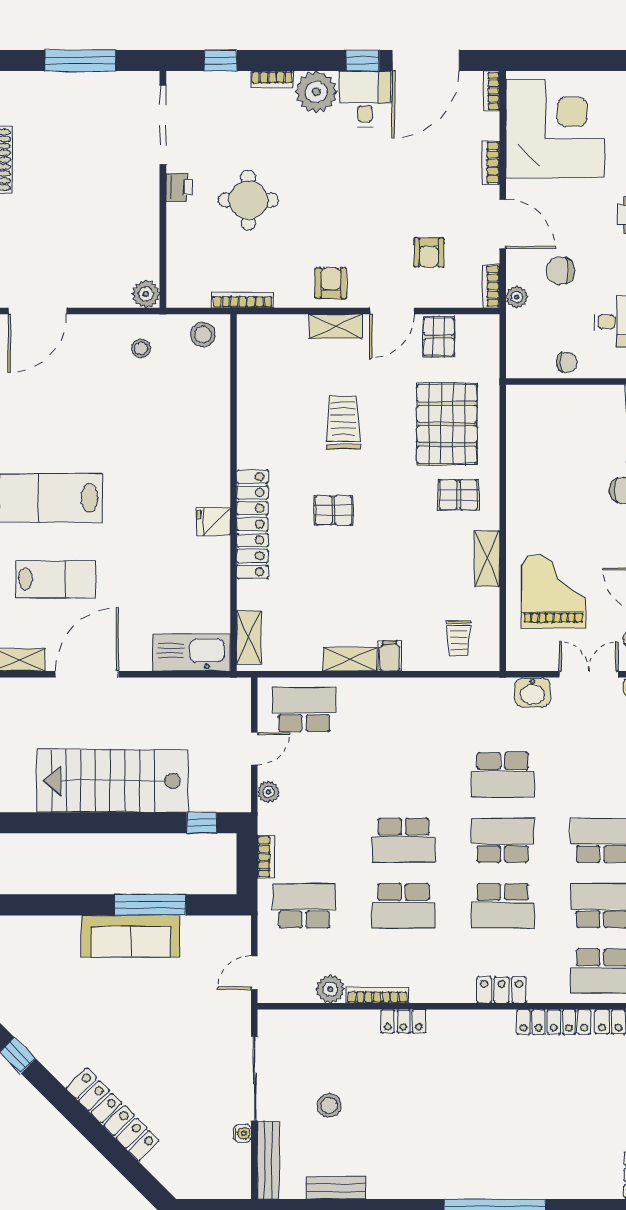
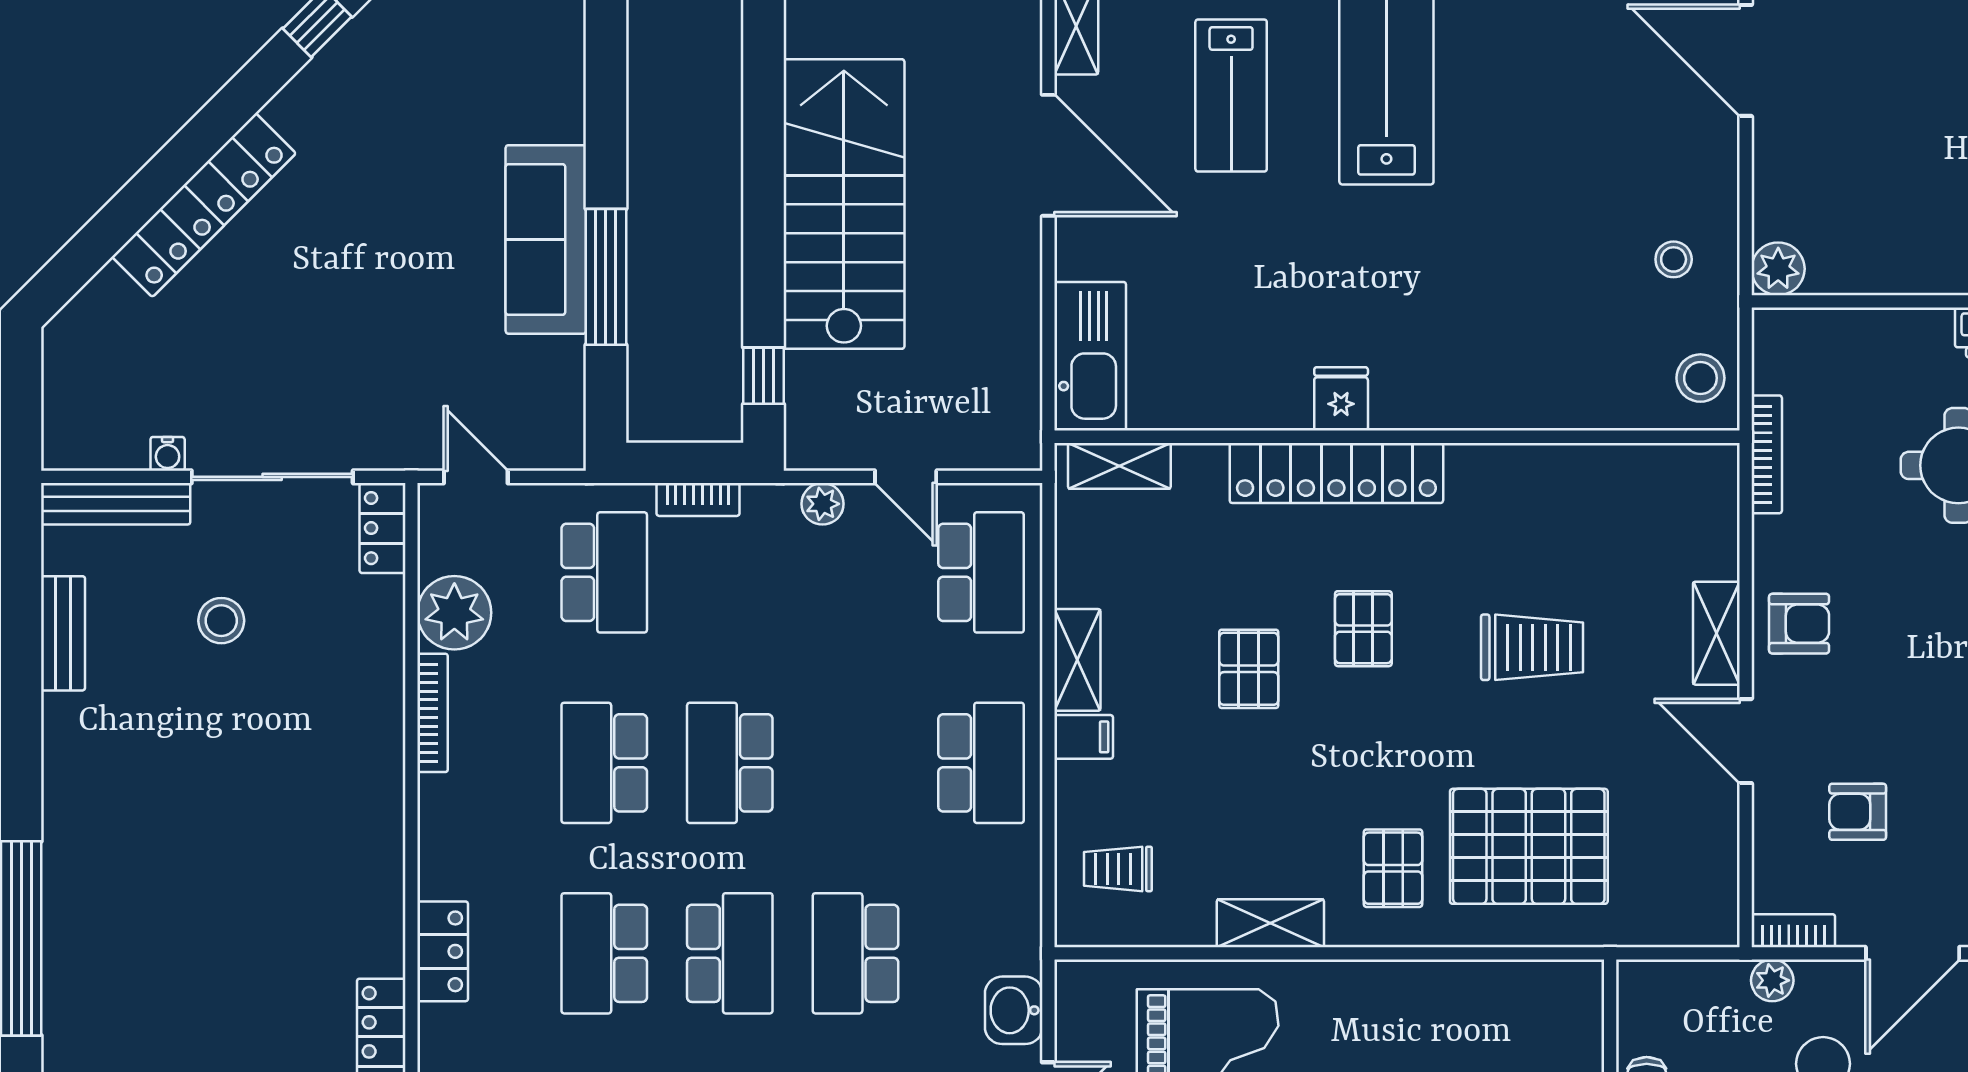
pallet: (439, 337) -> (1249, 669), moved, turned 90
school desk: (403, 709) -> (981, 763), added
plant: (330, 989) -> (454, 613), width x1.36, depth x1.36
locker: (403, 1021) -> (382, 528), moved

